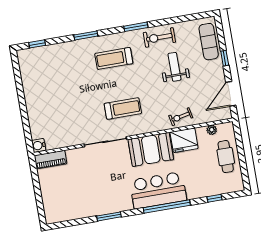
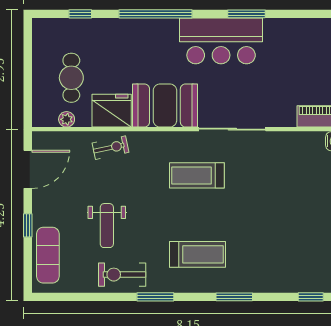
exercise bike: (159, 37) -> (122, 275), turned 180
cafe table: (226, 157) -> (71, 78), moved
bar counter: (158, 190) -> (221, 41), moved

